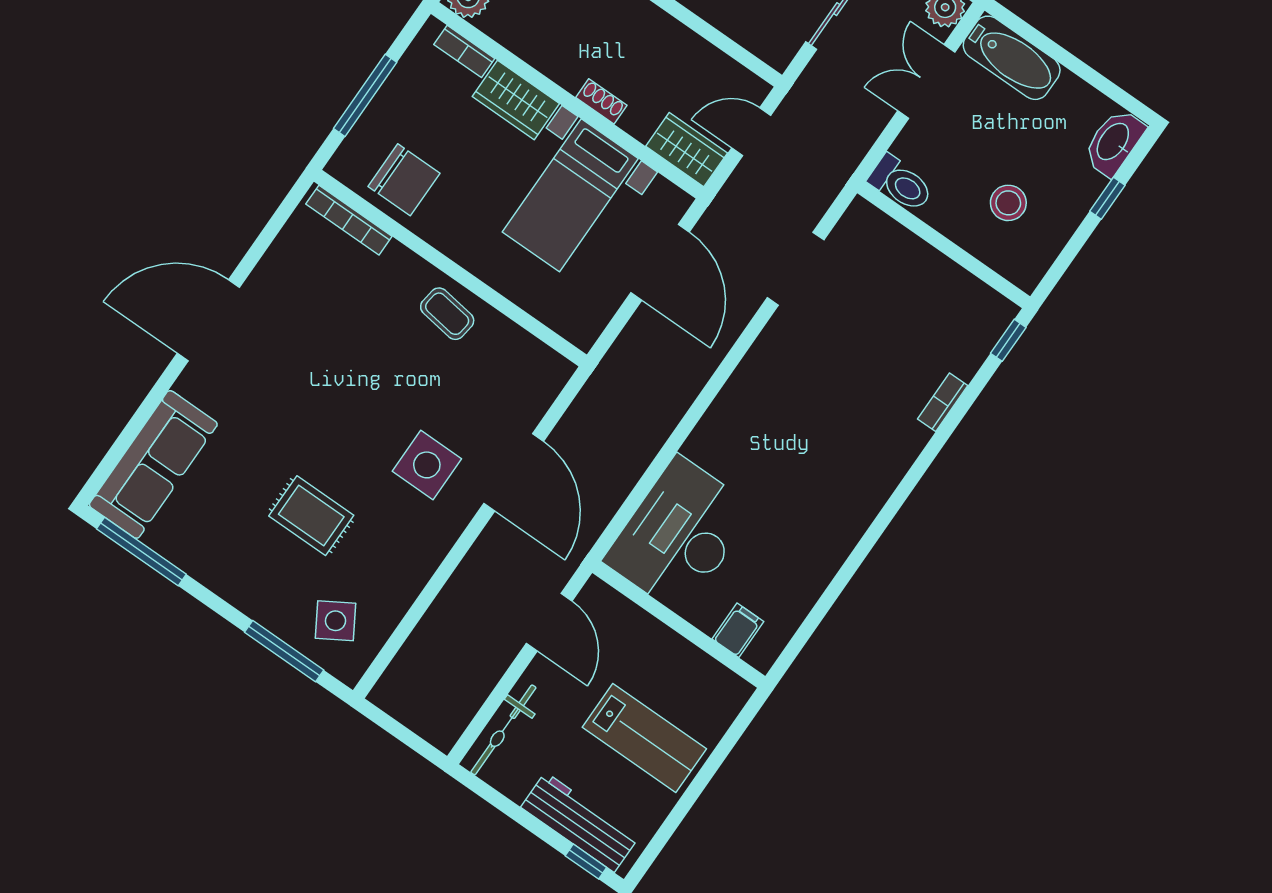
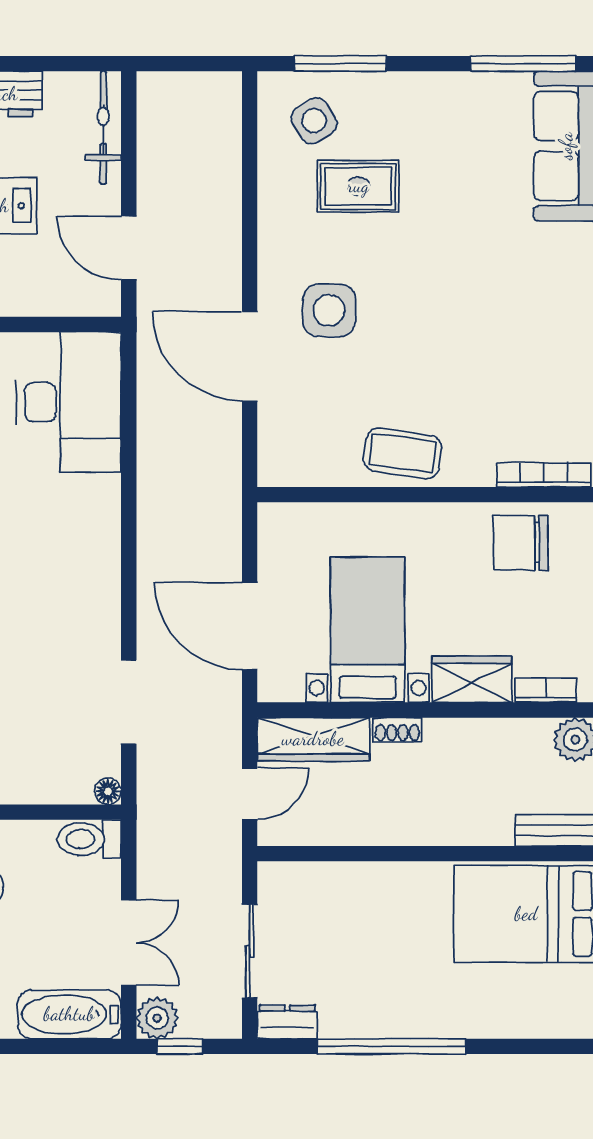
wardrobe: (687, 150) -> (313, 739), width x1.50
floor lamp: (860, 211) -> (108, 791), added
coffee table: (447, 314) -> (403, 453), width x1.36, depth x1.30
rug: (311, 516) -> (358, 186), moved

